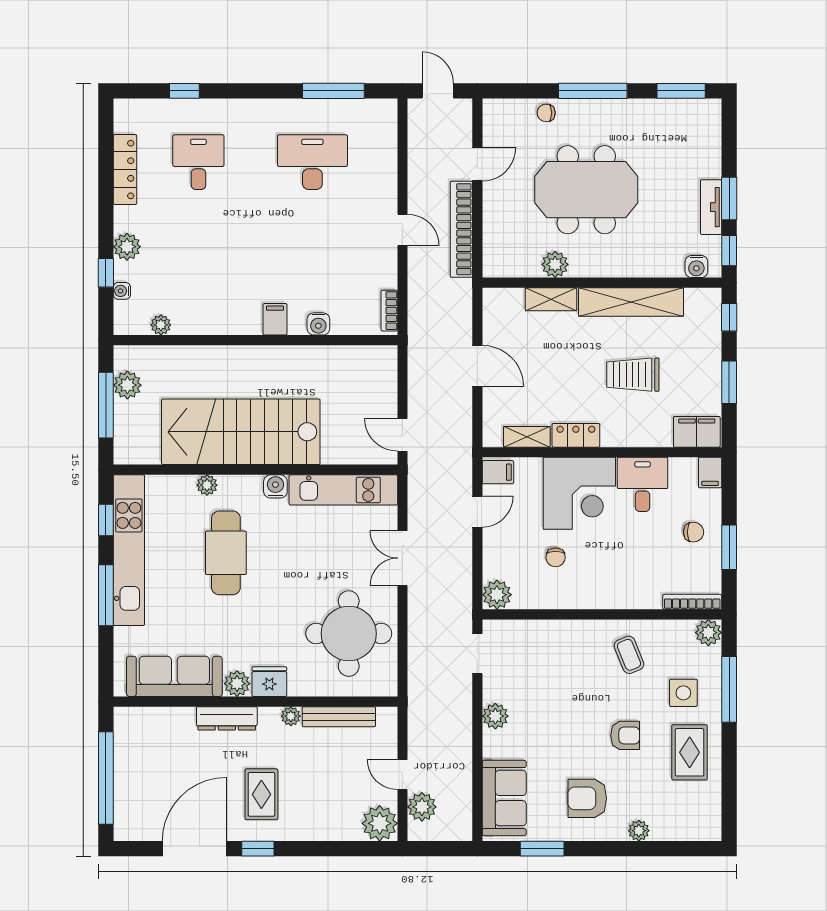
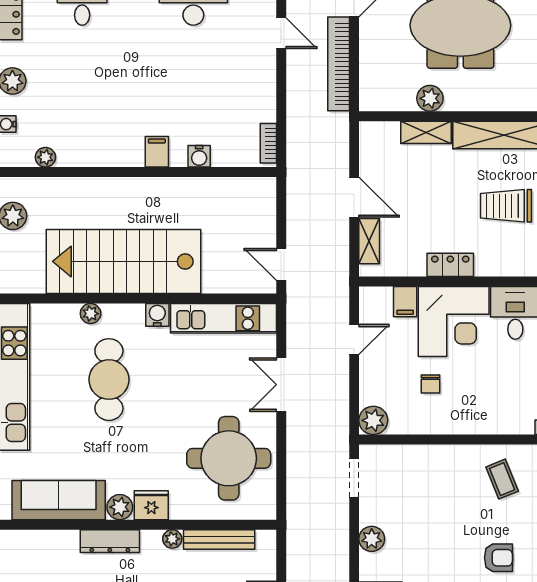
door: (402, 230) -> (281, 33), moved
shelving: (527, 437) -> (369, 241), moved, turned 90
filing cabinet: (498, 472) -> (405, 302), moved, turned 90

